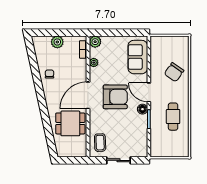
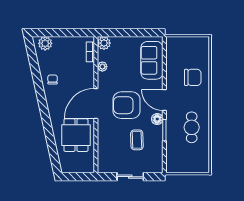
plant: (57, 42) -> (45, 43), moved
chair: (174, 72) -> (193, 77), turned -125
armchair: (115, 97) -> (127, 105), turned 180
dining table: (70, 123) -> (76, 135), turned 90
coffee table: (100, 143) -> (137, 140), moved

